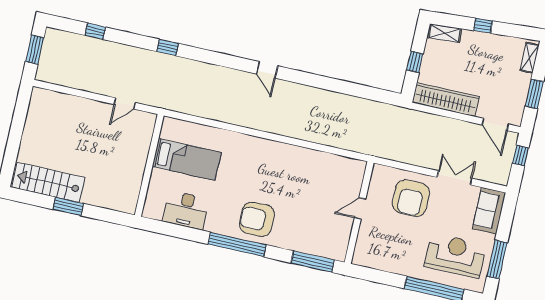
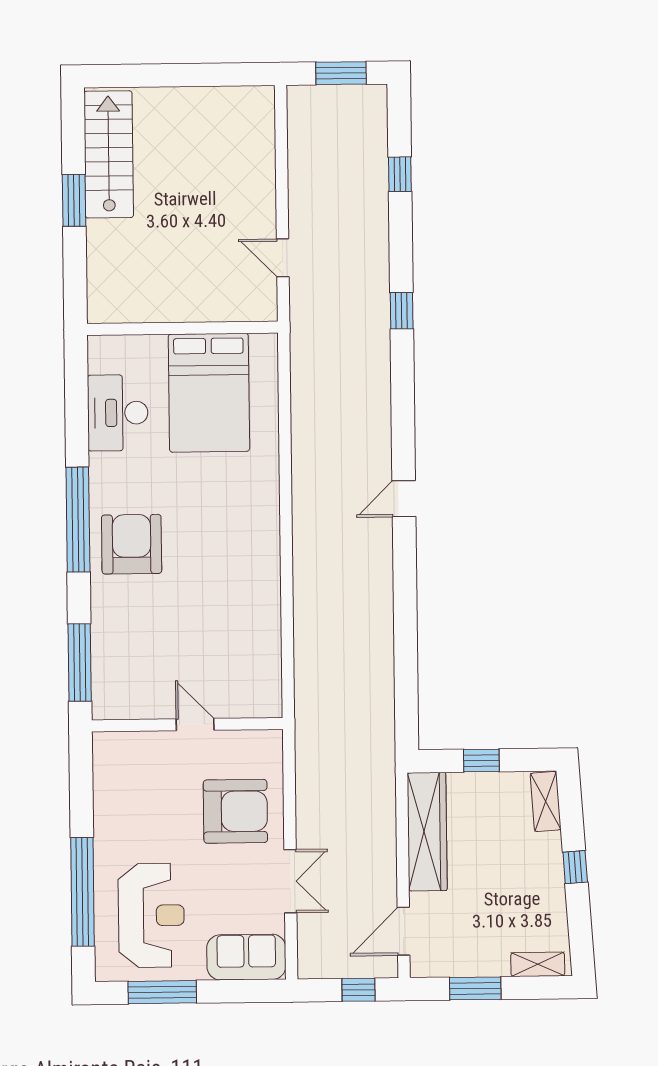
bed: (187, 159) -> (209, 393), width x1.50
armchair: (411, 198) -> (235, 811), turned 180

